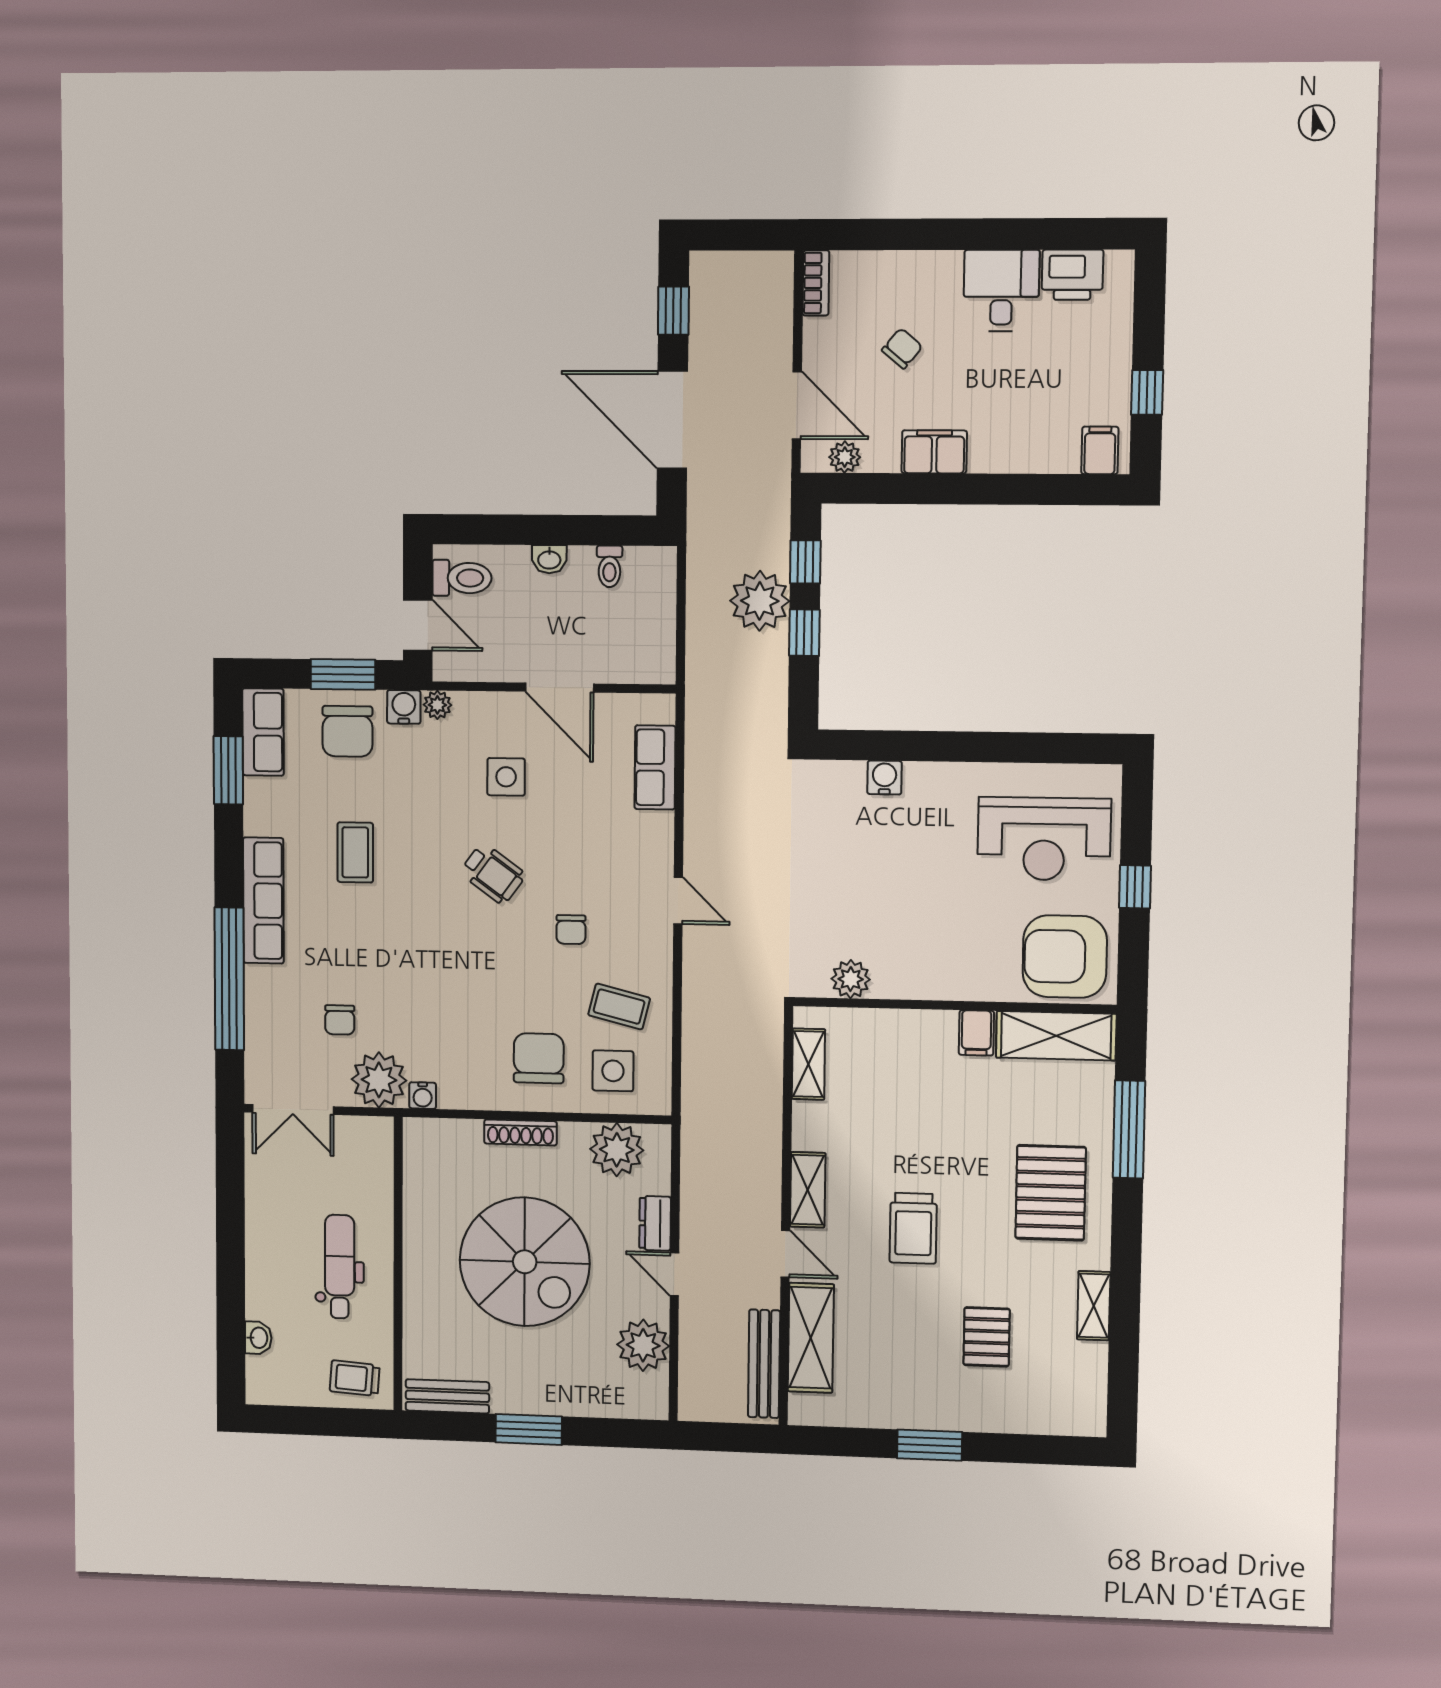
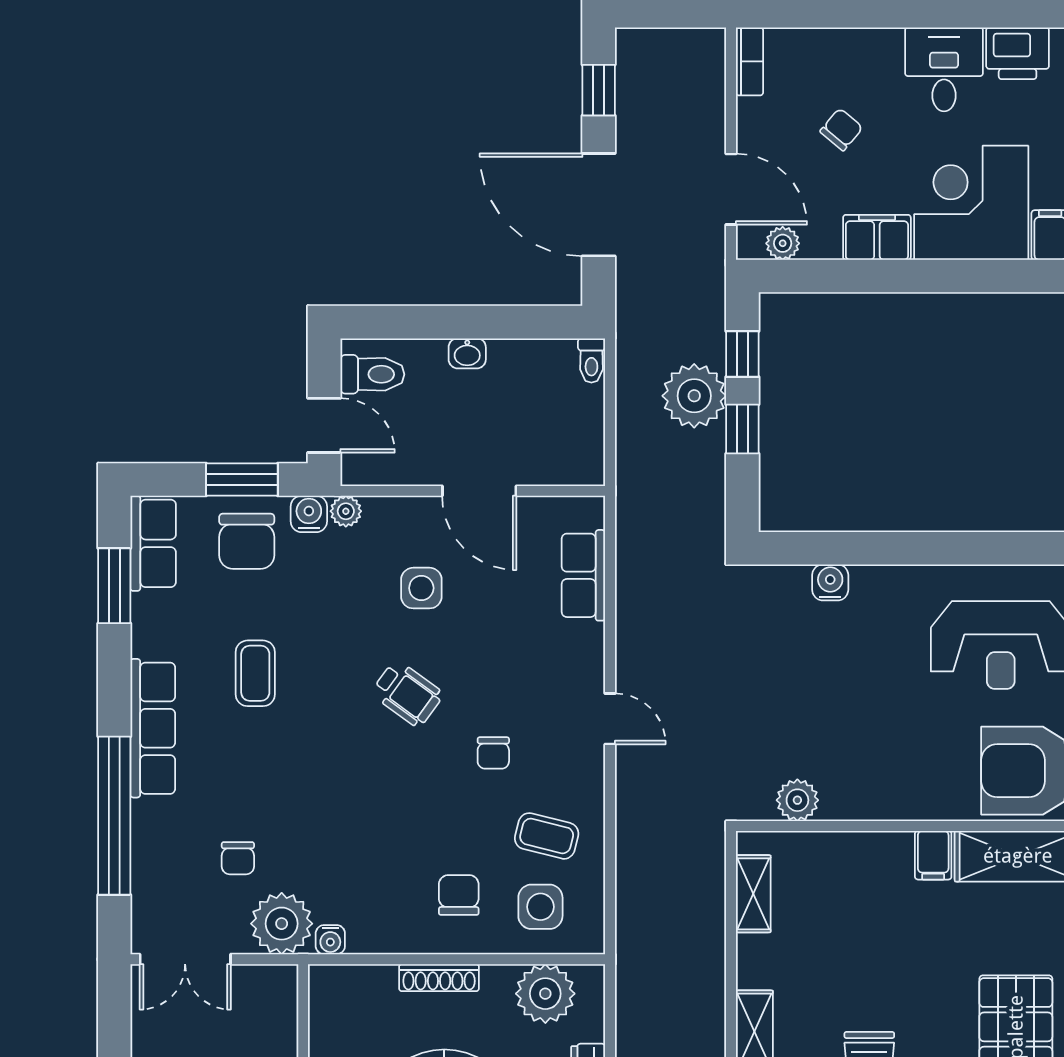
corner desk: (1025, 419) -> (971, 203), added
toilet: (609, 566) -> (591, 360), moved
chair: (539, 1058) -> (459, 895), width x0.73, depth x0.73

